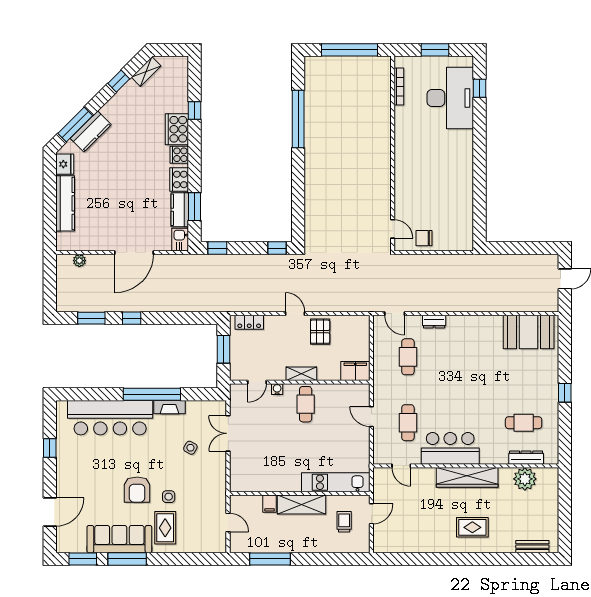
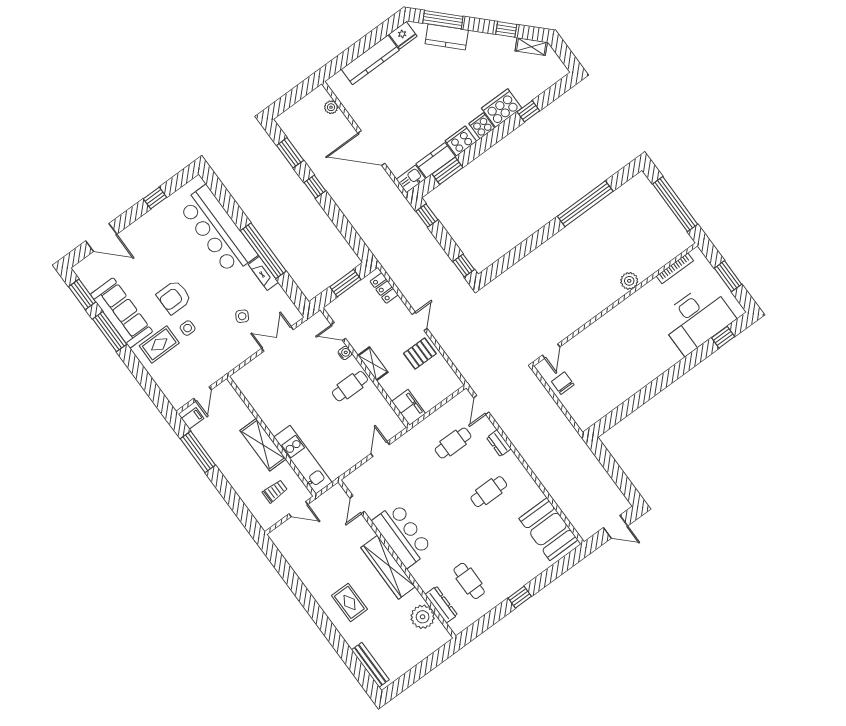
plant: (383, 129) -> (629, 281), added
cafe table: (408, 423) -> (489, 492), moved
filing cabinet: (270, 504) -> (193, 418), moved, turned 180
bench: (532, 547) -> (370, 665), width x1.36

